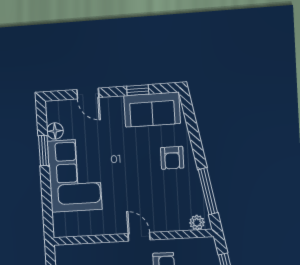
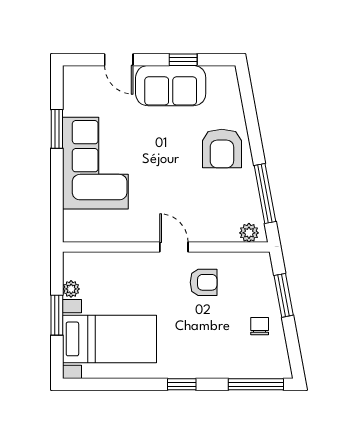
sofa: (152, 110) -> (171, 86), moved
floor lamp: (55, 131) -> (73, 105), removed
armchair: (172, 158) -> (222, 148), width x1.38, depth x1.38

